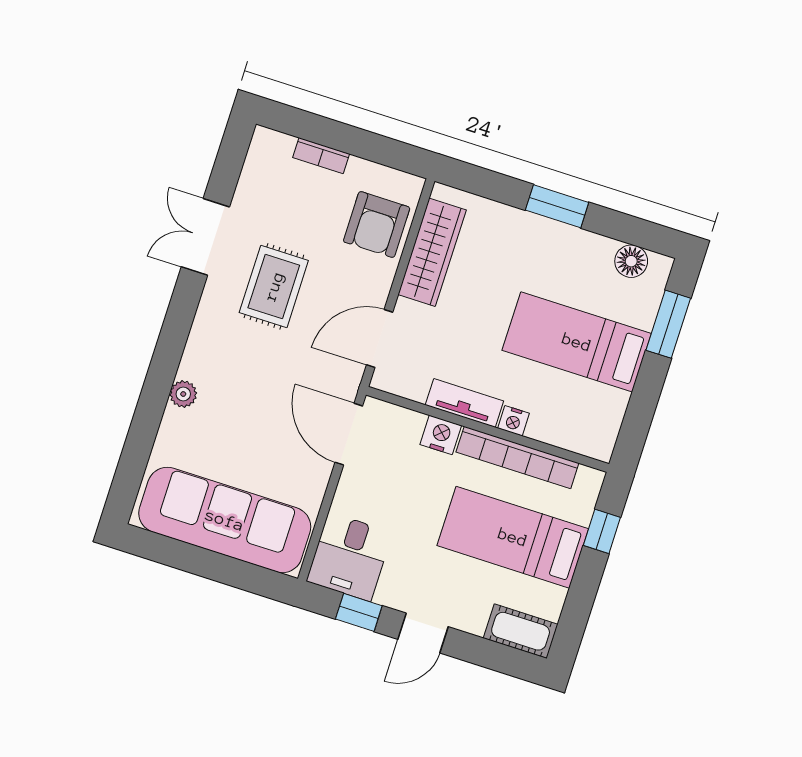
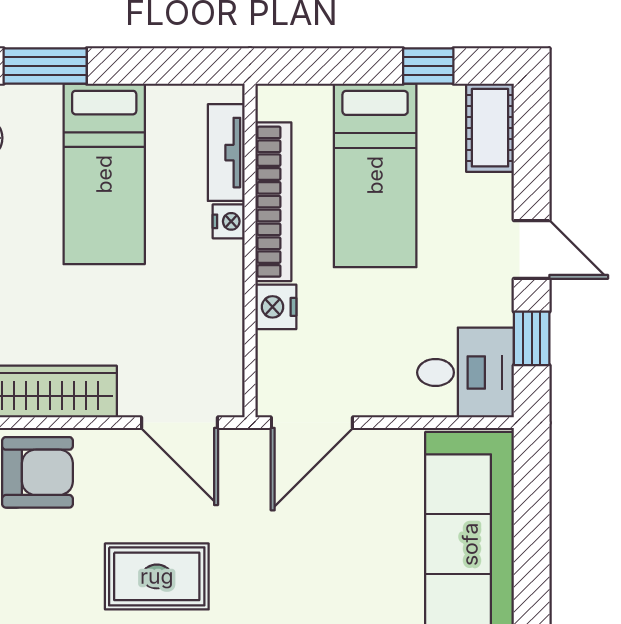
tv unit: (464, 403) -> (226, 153), moved
window: (602, 531) -> (428, 66), moved

